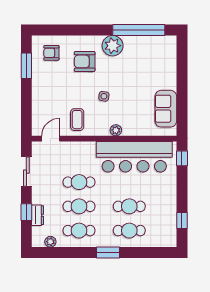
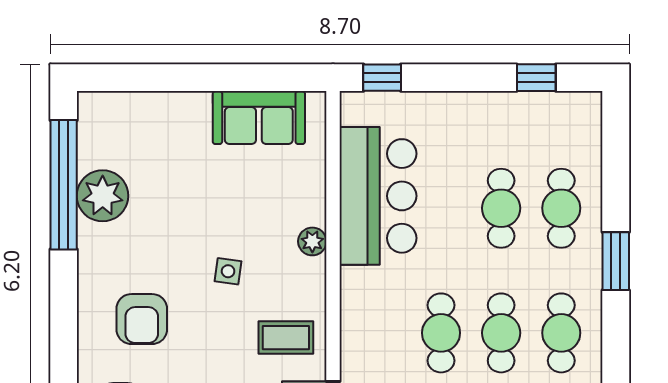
plant: (113, 46) -> (103, 196), moved
bar counter: (134, 157) -> (378, 196), width x0.73

